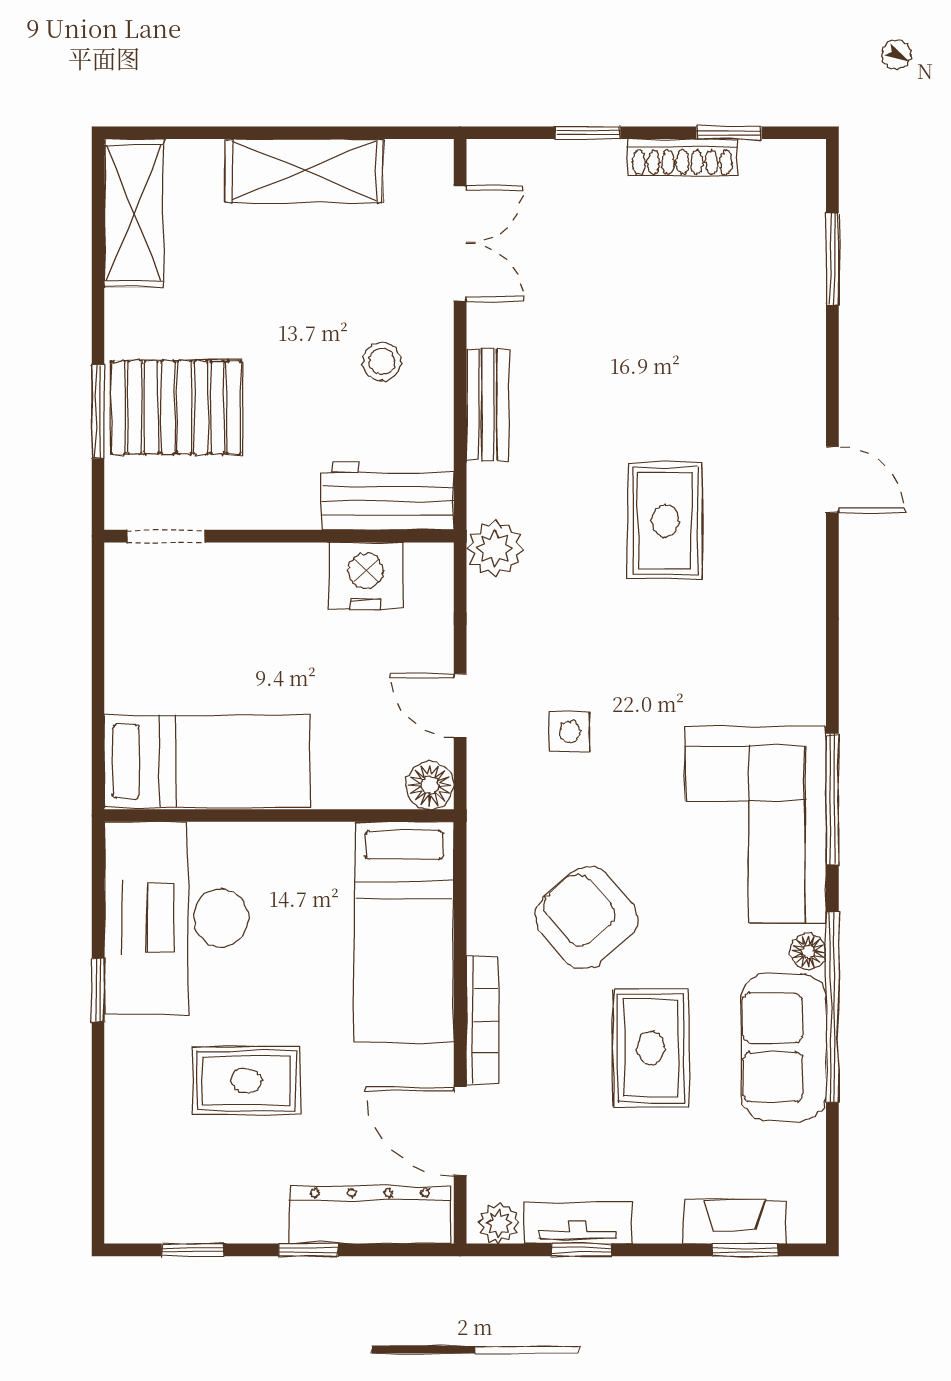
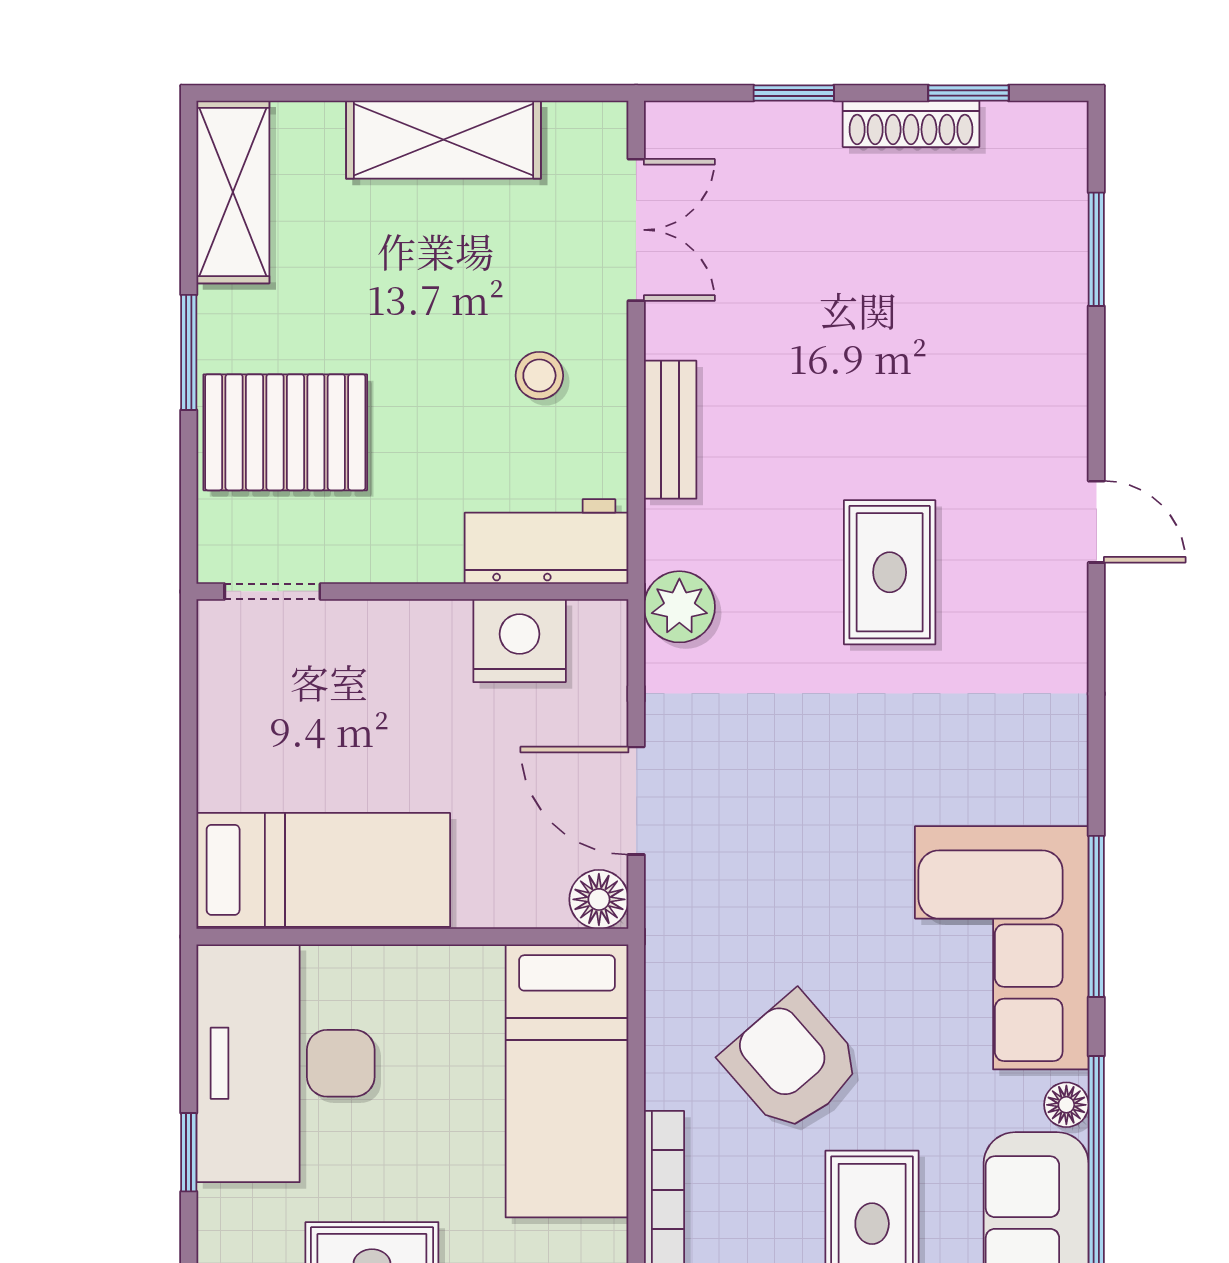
window: (98, 411) -> (189, 352), moved
door: (460, 705) -> (636, 801), width x1.38
side table: (570, 732) -> (771, 833), removed

